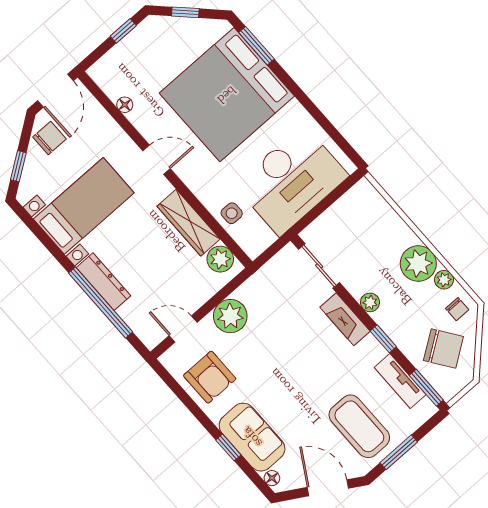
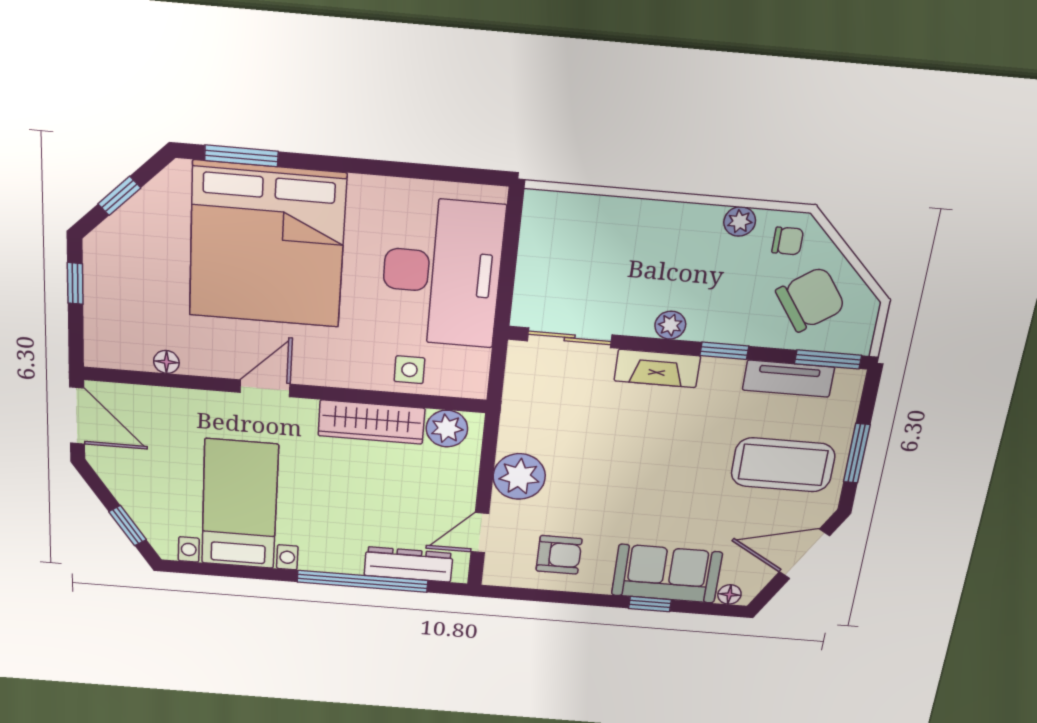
chair: (49, 138) -> (127, 469), removed
plant: (418, 264) -> (689, 231), removed
dresser: (103, 282) -> (408, 564), moved
armchair: (210, 377) -> (559, 555), width x0.72, depth x0.72

